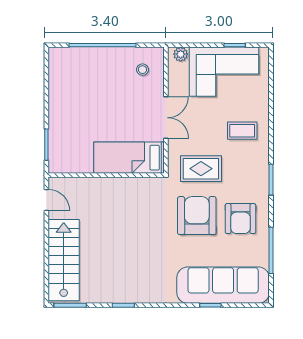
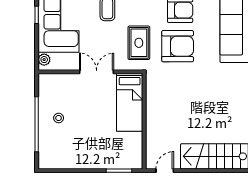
stool: (143, 70) -> (59, 118), moved
armchair: (197, 216) -> (178, 46), turned 180

